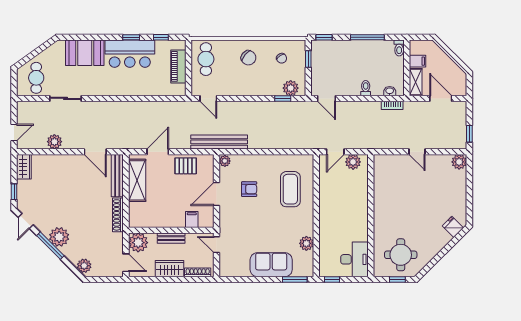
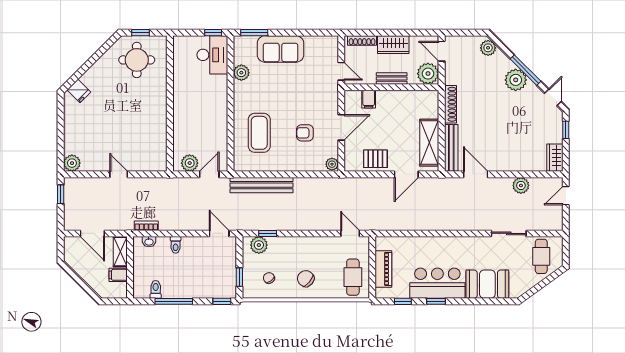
toilet: (399, 48) -> (156, 289), moved
bench: (219, 142) -> (262, 185), moved
desk: (354, 259) -> (212, 55), moved, turned 180

